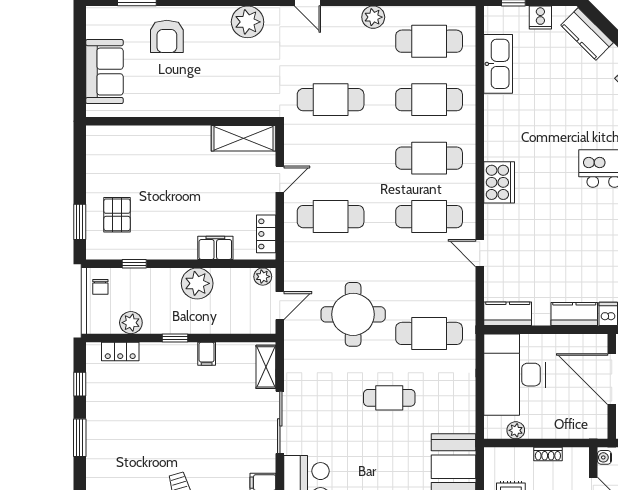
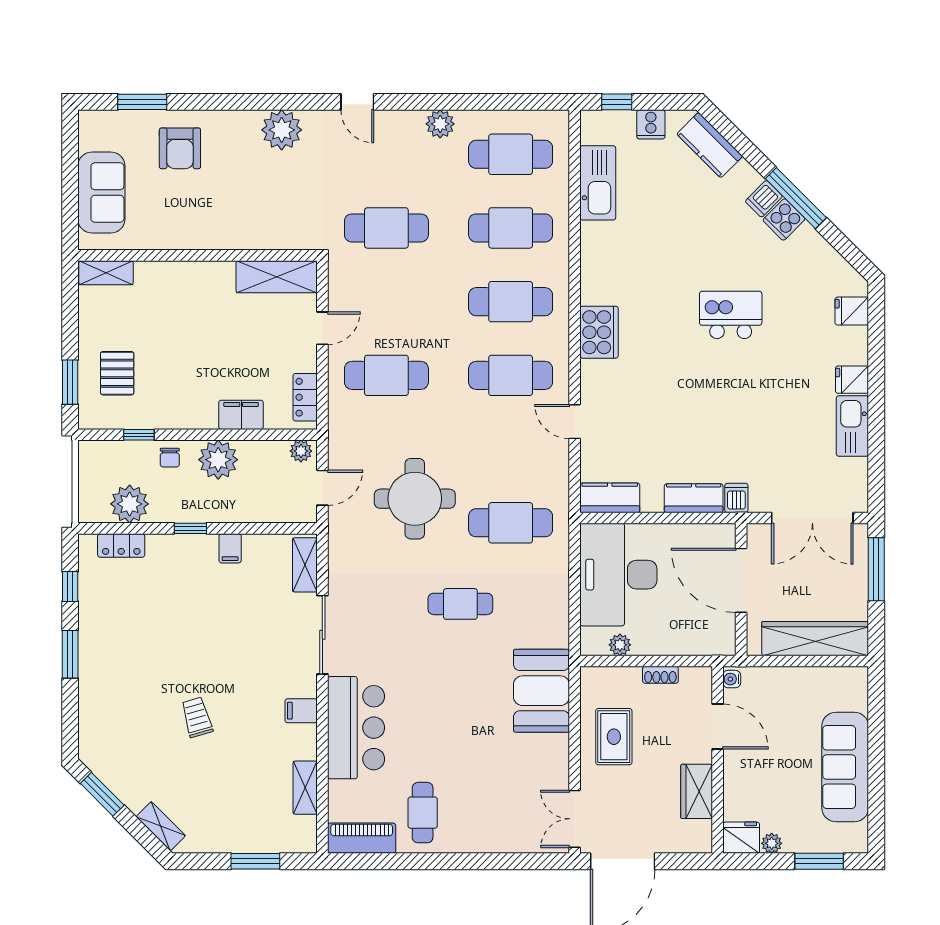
shelving: (108, 135) -> (106, 273), added
chair: (100, 287) -> (170, 458), moved
plant: (131, 323) -> (130, 504), width x1.36, depth x1.36

